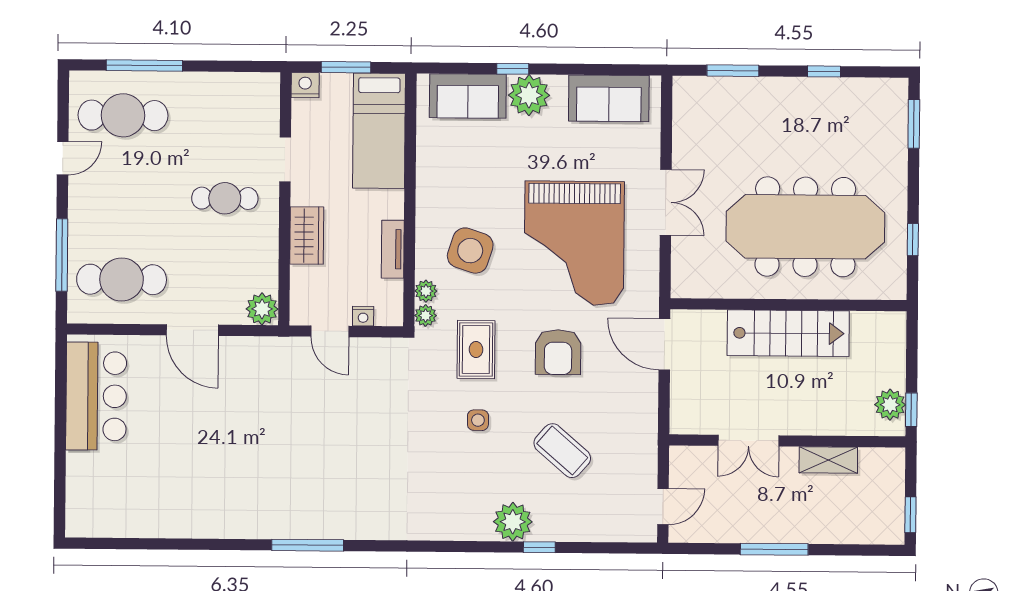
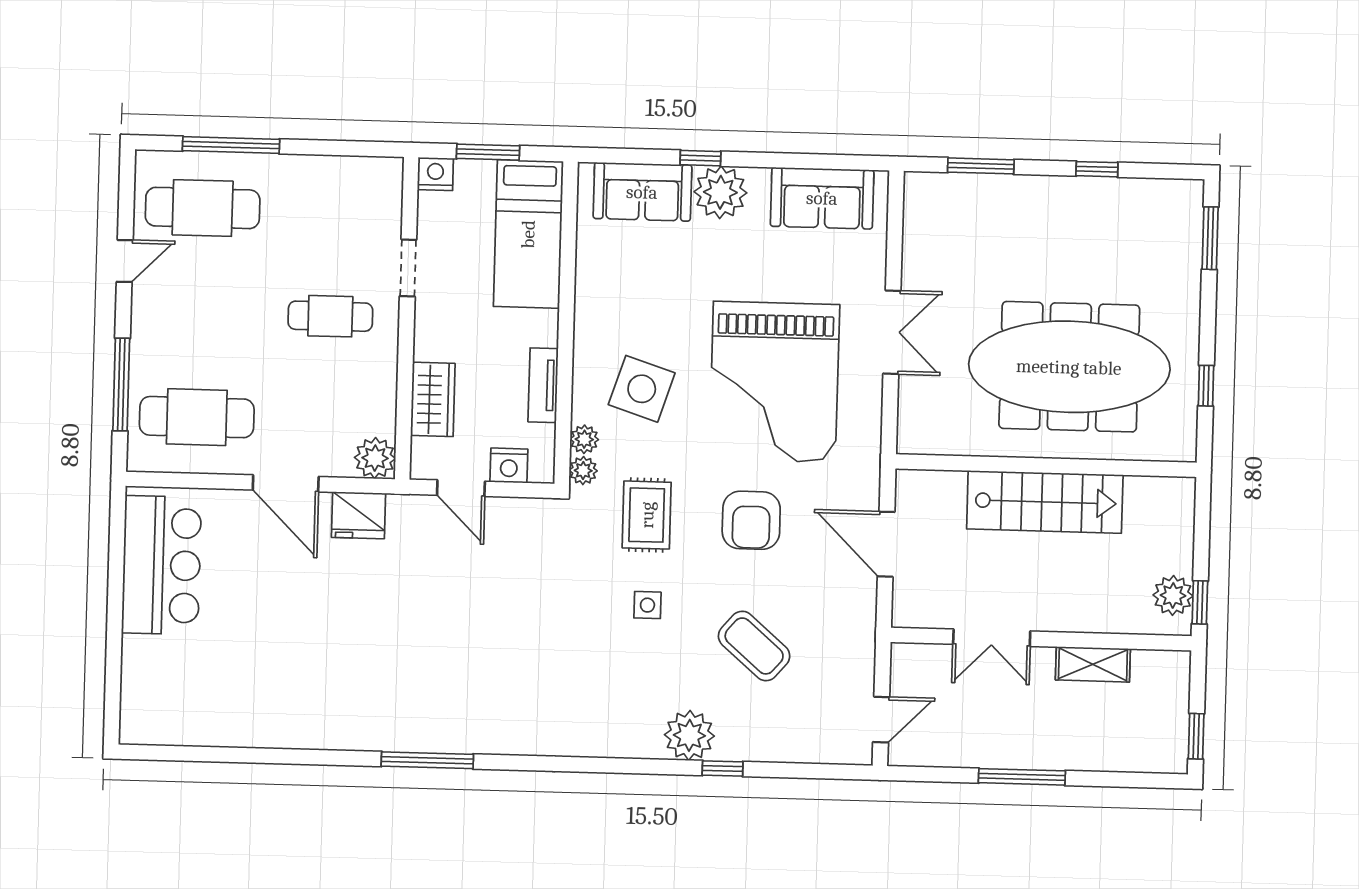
wardrobe: (307, 236) -> (433, 399), moved
nightstand: (363, 316) -> (509, 465), width x1.39, depth x1.35
door: (664, 344) -> (886, 544), moved
fridge: (250, 354) -> (358, 515), added

